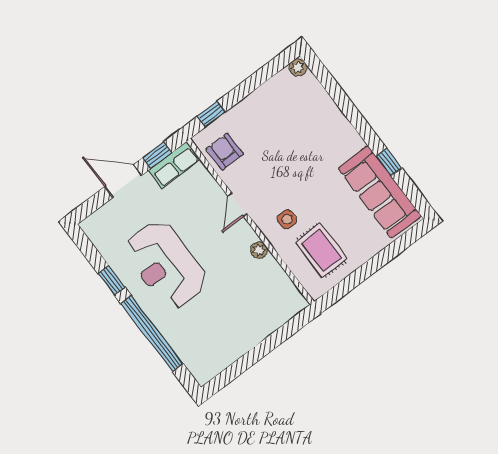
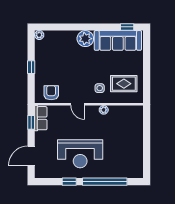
window: (211, 114) -> (31, 67), moved
plant: (345, 141) -> (85, 39), added
armchair: (225, 151) -> (51, 93), turned 90
window: (389, 162) -> (127, 27), moved
door: (123, 181) -> (31, 156), moved

